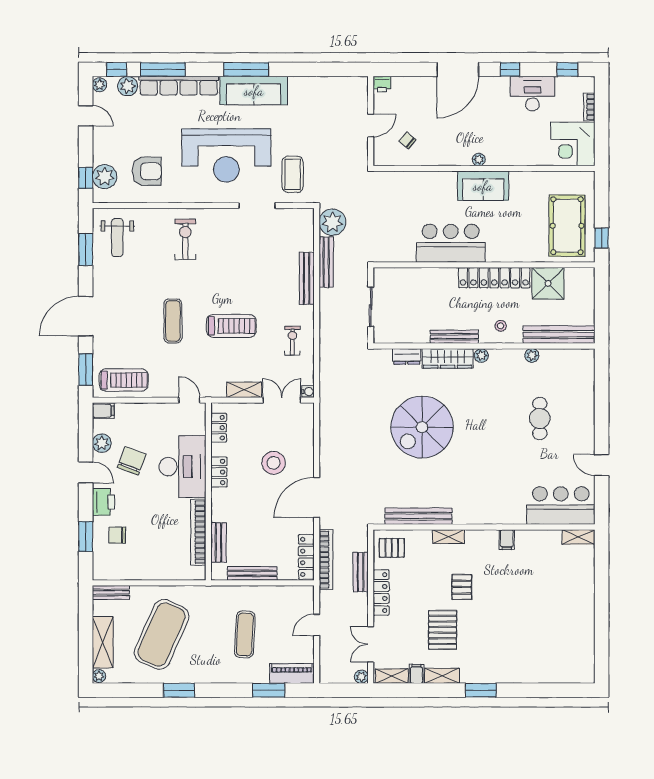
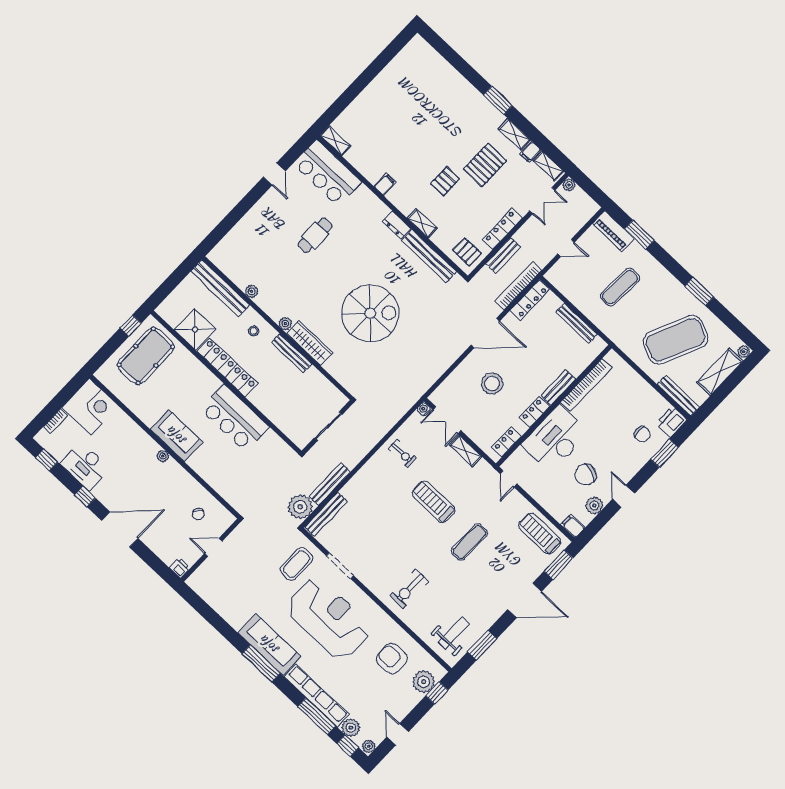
bench: (307, 278) -> (326, 514), moved
exercise bike: (292, 341) -> (402, 453), turned -90
dresser: (407, 356) -> (397, 225), moved, turned 180
cafe table: (540, 418) -> (315, 235), moved
printer: (104, 502) -> (672, 422), moved
bench: (218, 542) -> (558, 387), moved
bench: (111, 592) -> (678, 396), width x1.36

